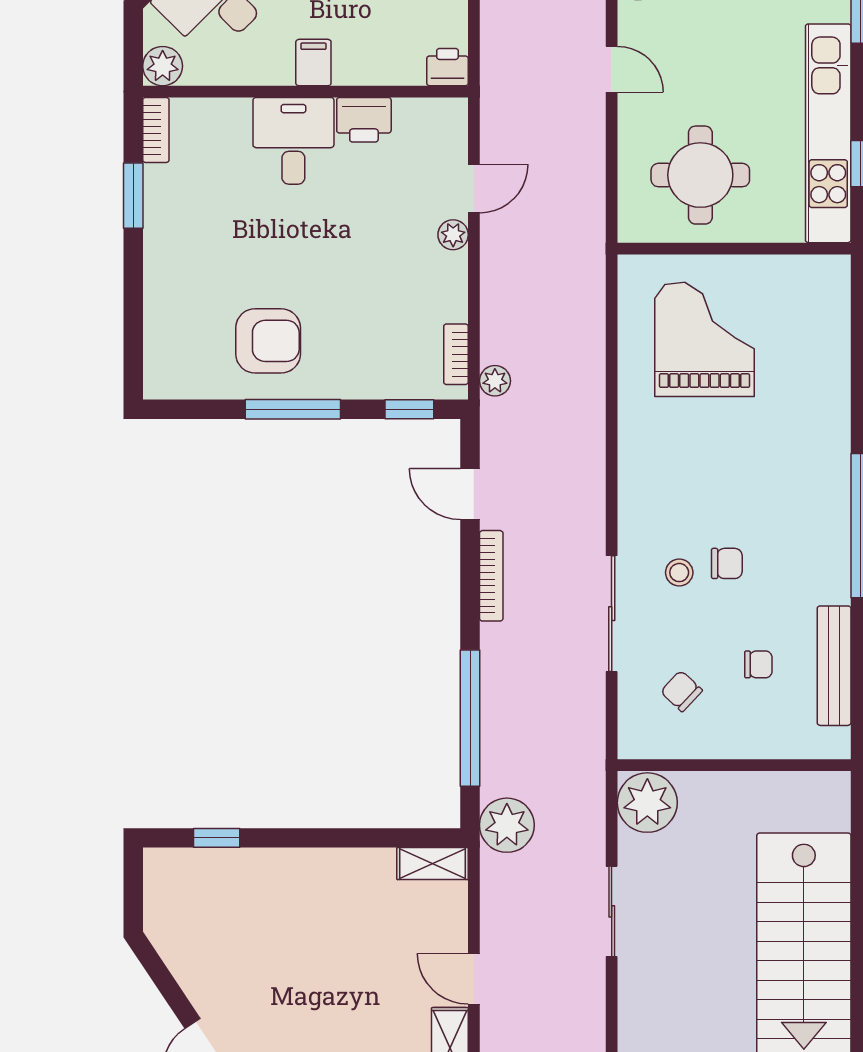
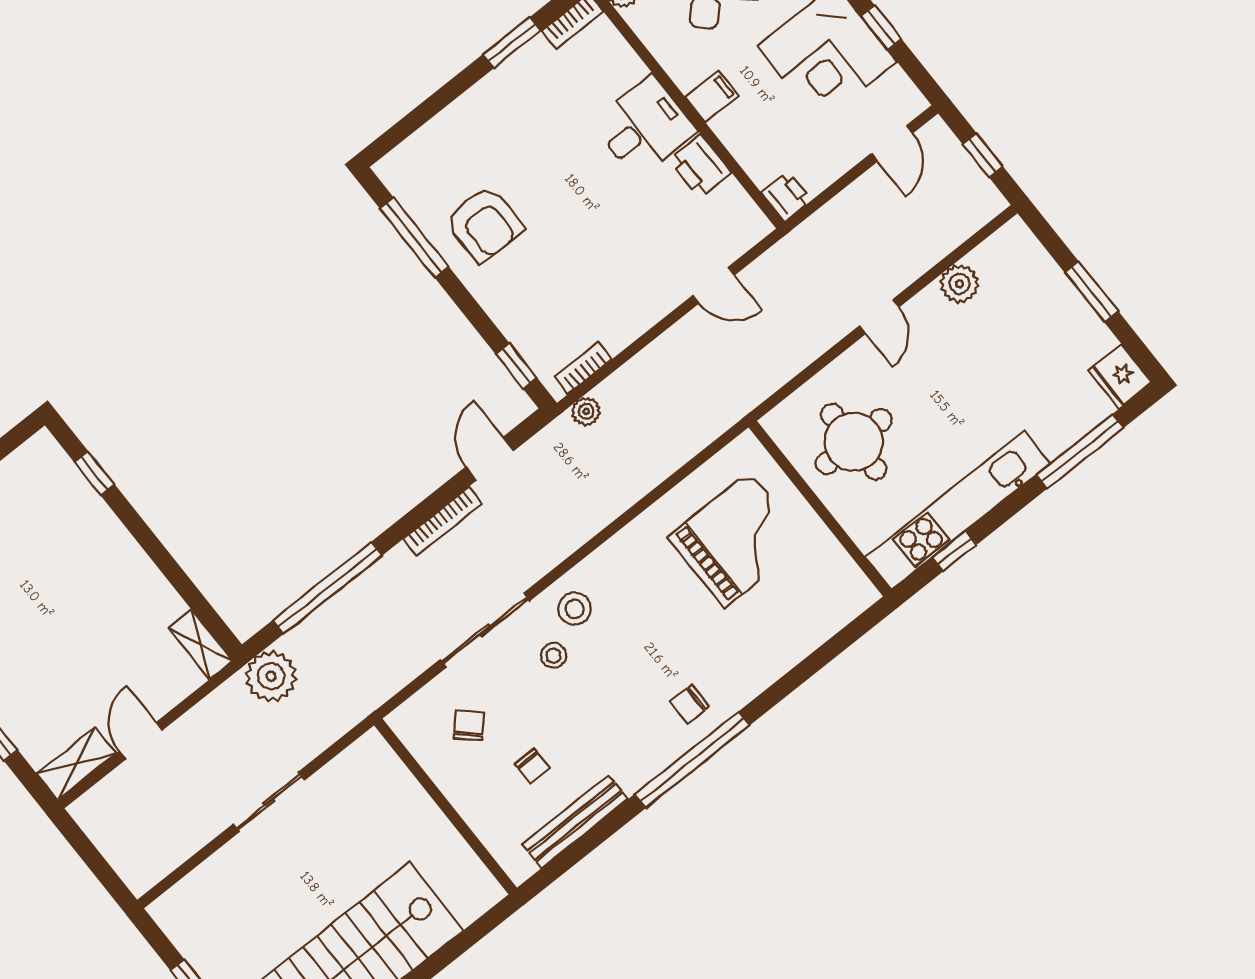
plant: (453, 235) -> (668, 297), removed
window: (293, 409) -> (415, 238), moved
stool: (654, 523) -> (575, 609), added
chair: (727, 563) -> (689, 704), moved, turned 90
plant: (647, 803) -> (368, 765), removed

